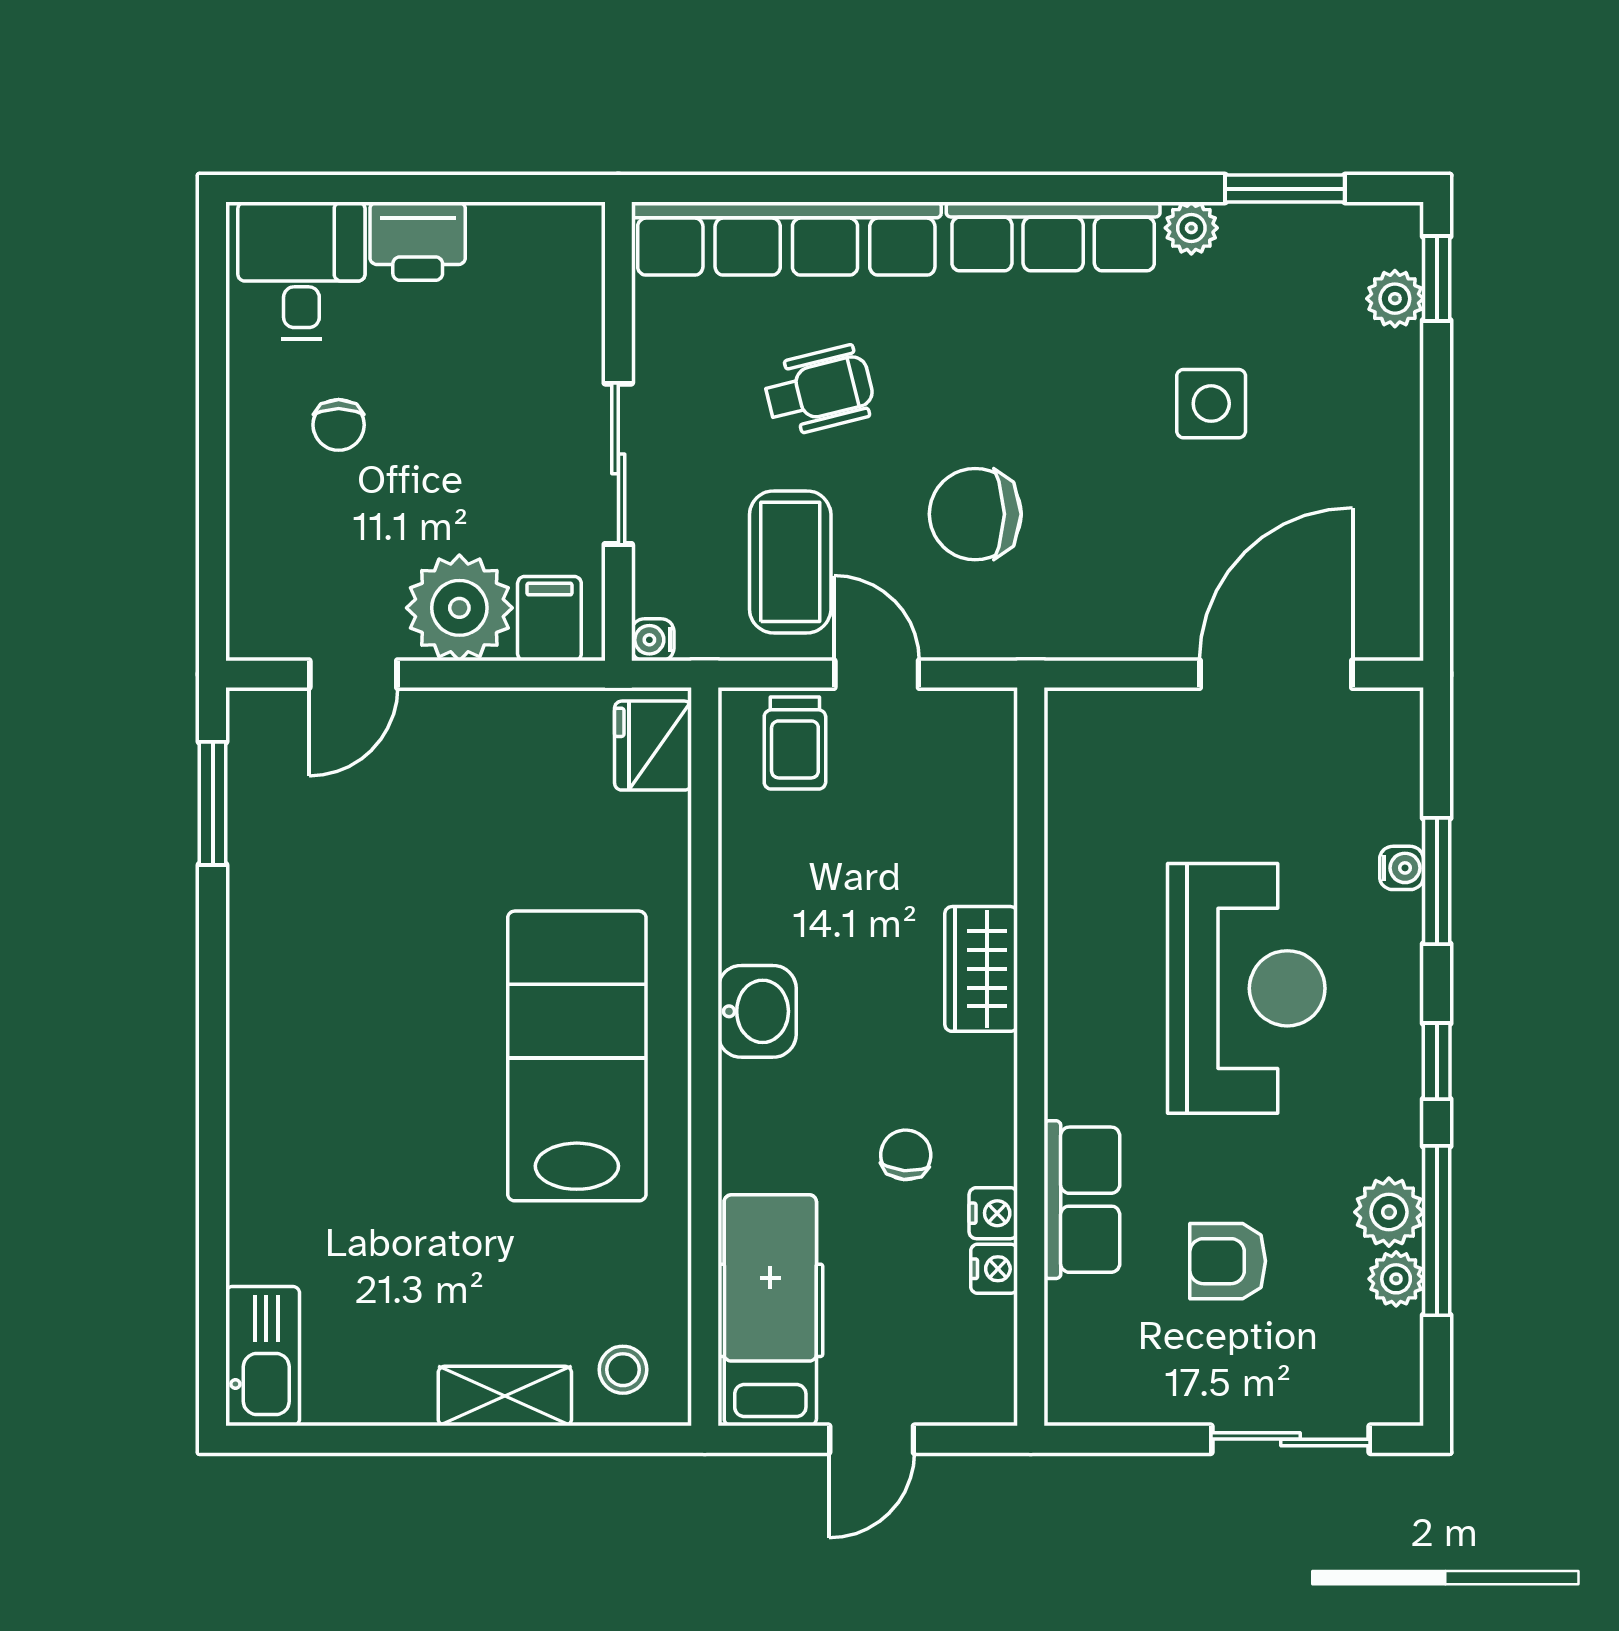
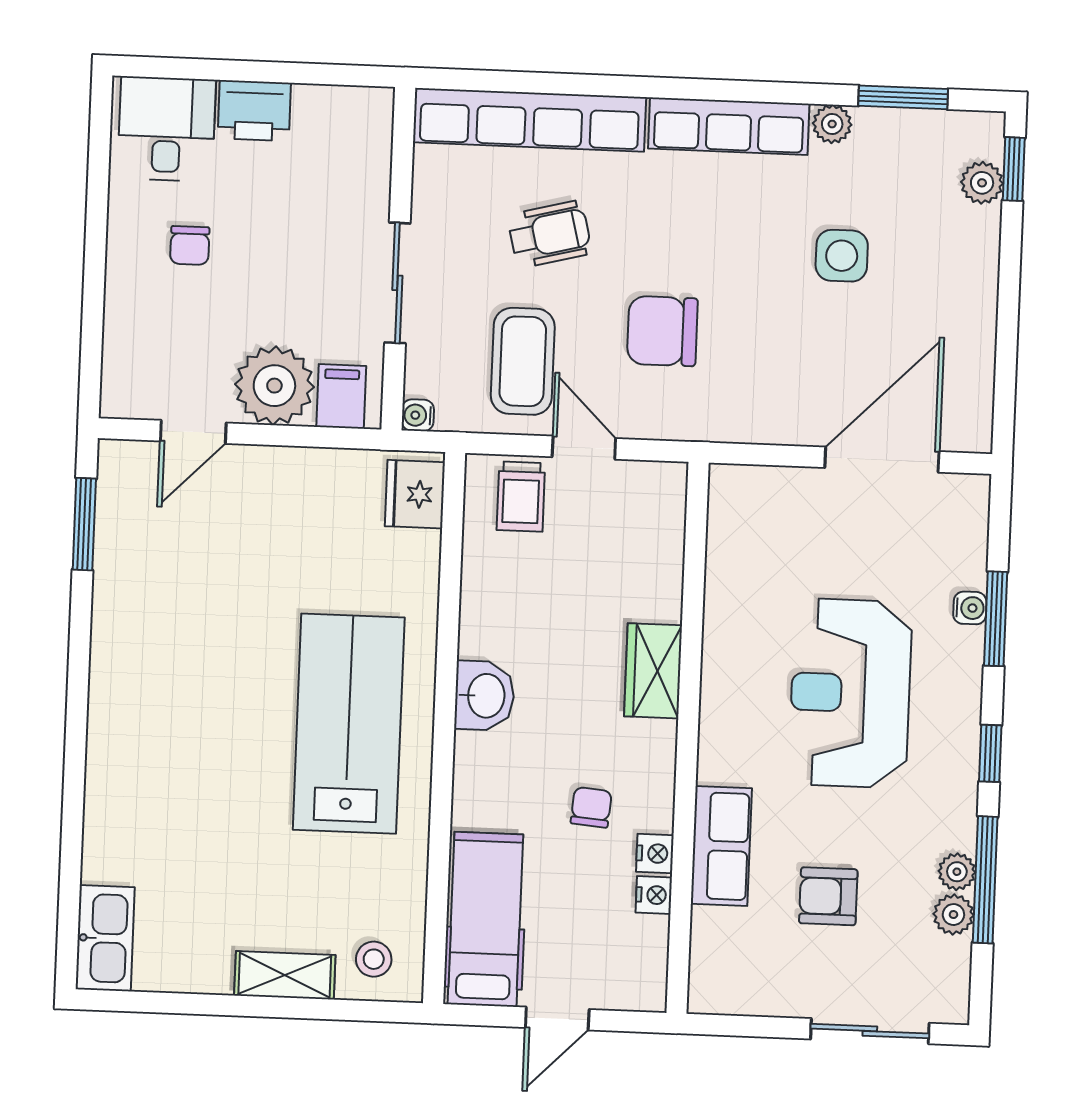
reception desk: (1246, 988) -> (850, 693), turned 180
plant: (1389, 1212) -> (957, 872), width x0.73, depth x0.73

